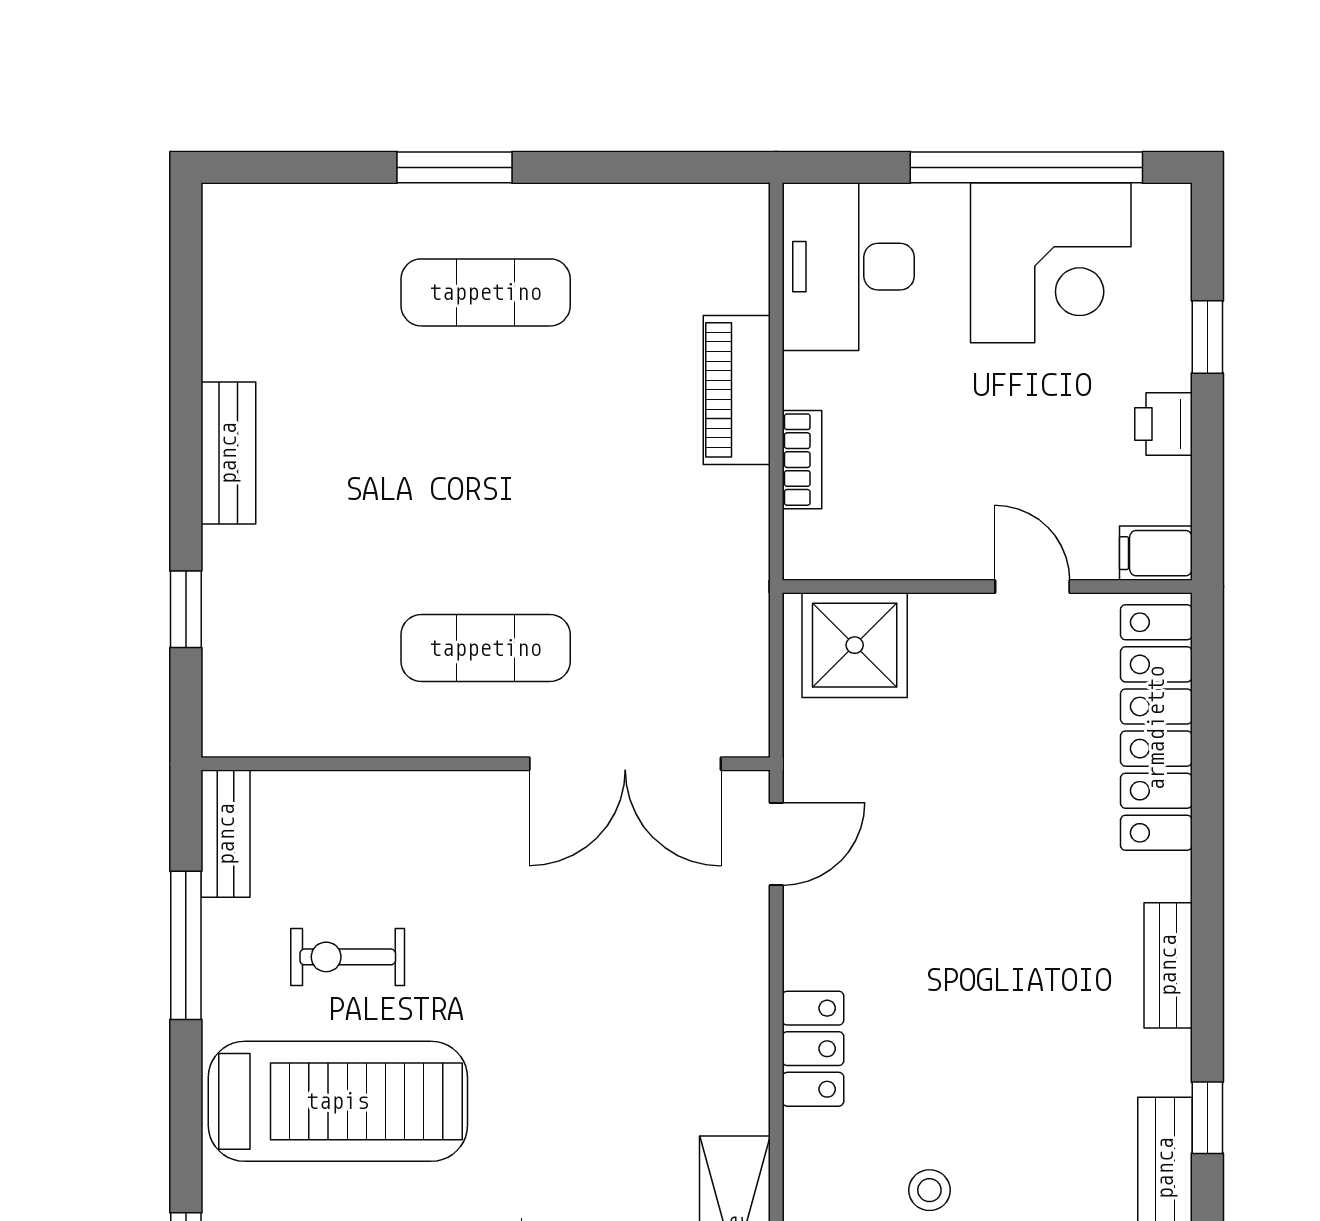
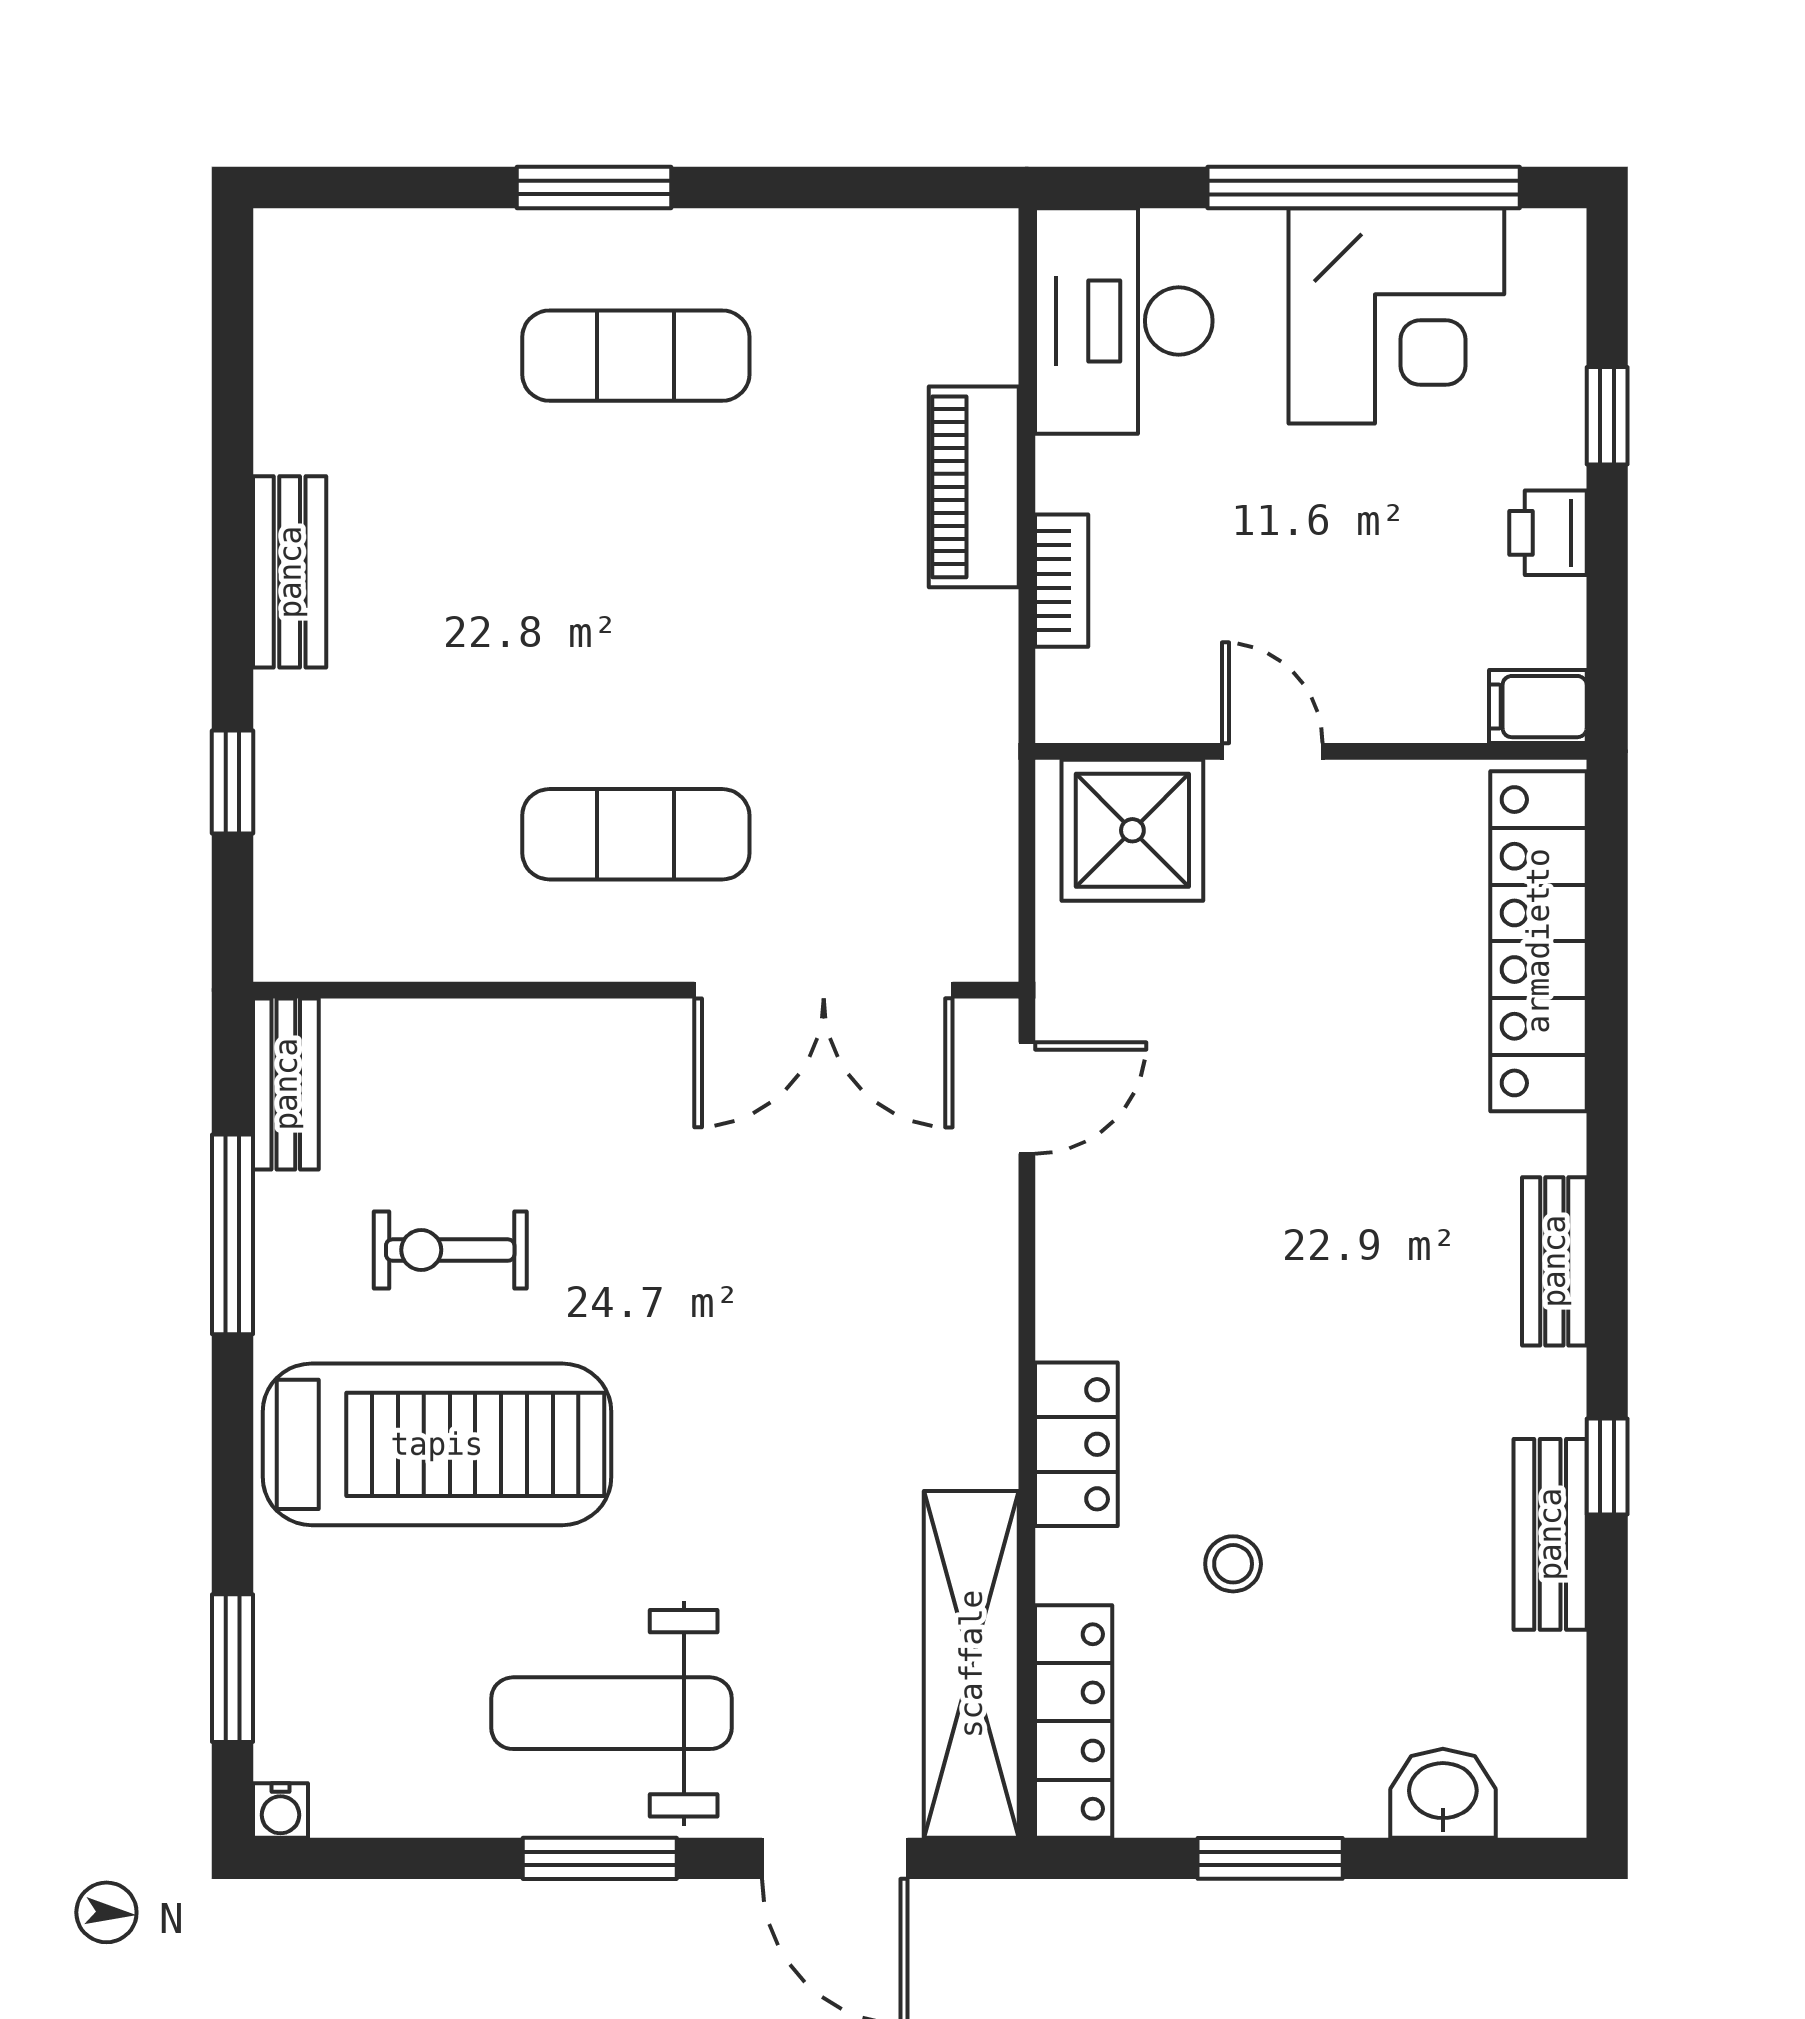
door: (1032, 586) -> (1272, 751), moved
locker: (813, 1049) -> (1076, 1444), moved

